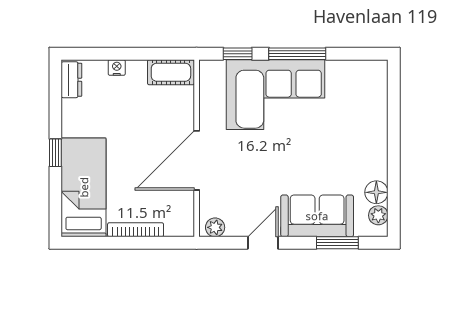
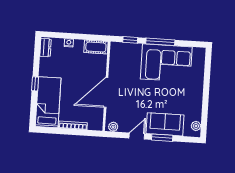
corner sofa: (275, 95) -> (166, 63), moved
floor lamp: (376, 192) -> (196, 114), removed
window: (337, 243) -> (162, 138), moved

